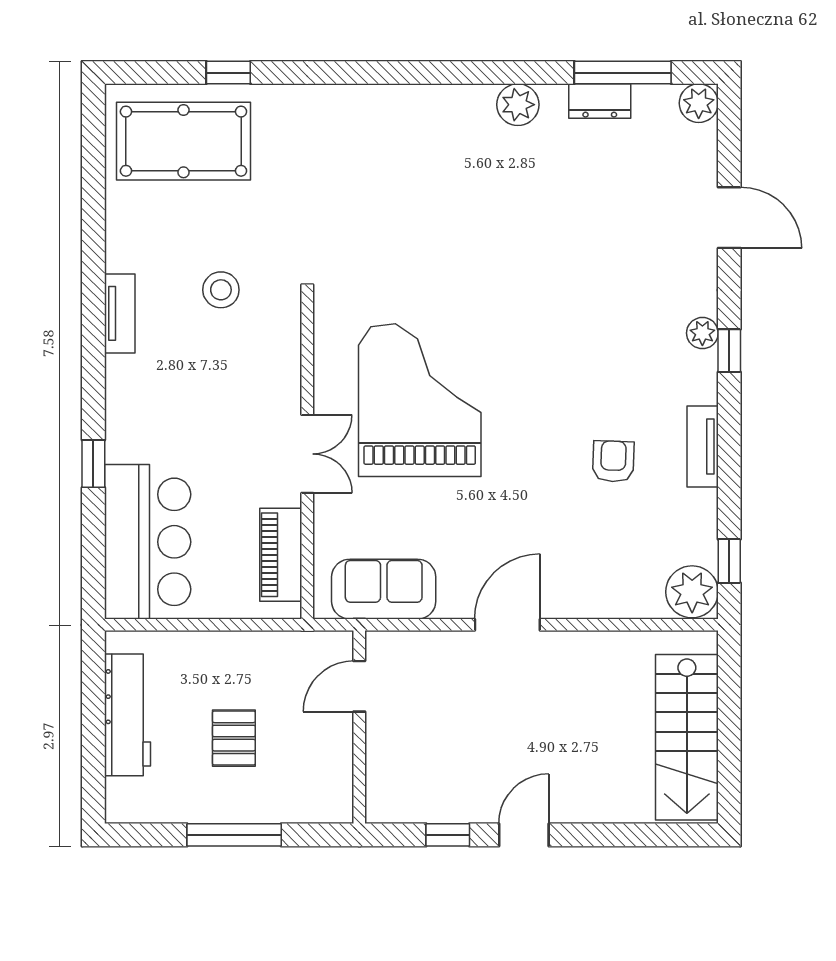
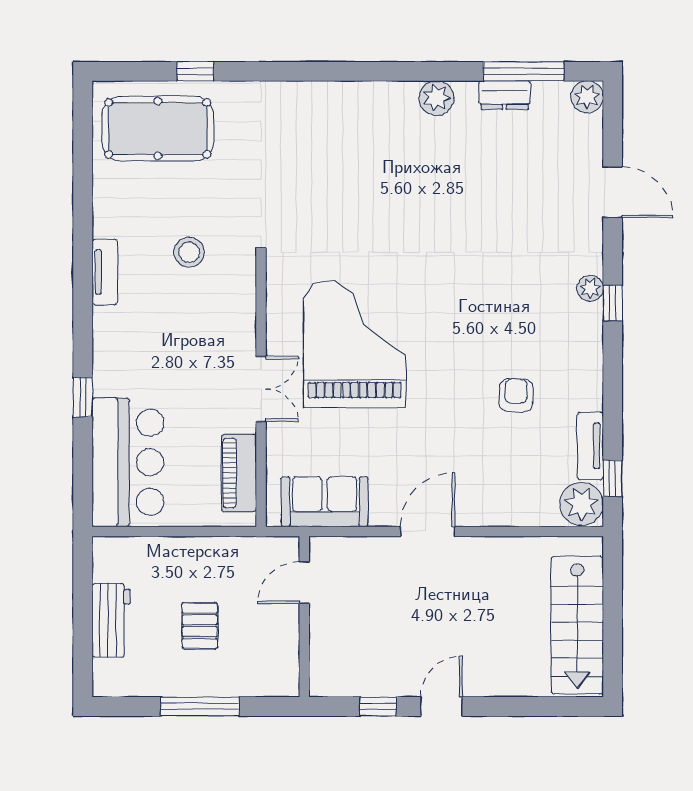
tv unit: (703, 447) -> (590, 446), moved
workbench: (127, 715) -> (111, 620), width x0.73

